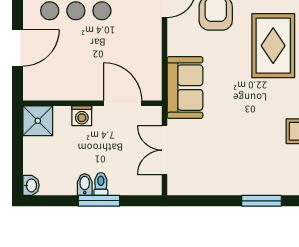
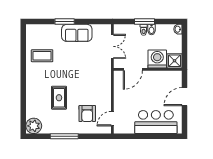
rug: (273, 46) -> (59, 98), width x0.73, depth x0.70
sofa: (185, 88) -> (77, 33), moved, turned -90
door: (123, 103) -> (133, 69), hinge flipped
washing machine: (82, 116) -> (157, 59), width x1.89, depth x1.89

